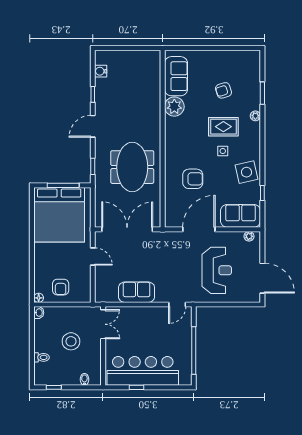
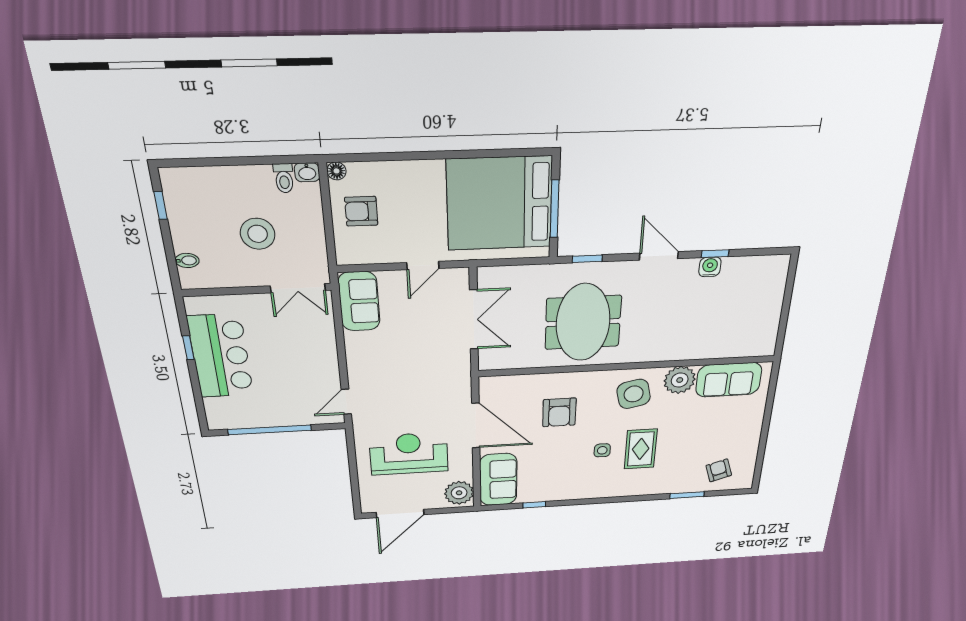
water cooler: (101, 71) -> (710, 267), moved
armchair: (224, 90) -> (719, 470), moved
plant: (255, 116) -> (653, 489), removed
meeting table: (132, 167) -> (583, 323), turned 90
side table: (246, 172) -> (634, 394), moved
double door: (127, 229) -> (474, 320), width x0.73
plant: (249, 236) -> (459, 493), width x1.88, depth x1.88
reception desk: (217, 270) -> (409, 454), turned 180
sofa: (137, 292) -> (359, 301), moved
door: (177, 305) -> (346, 402), hinge flipped
toilet: (42, 357) -> (284, 178), moved
bar counter: (143, 371) -> (221, 356), width x0.73

